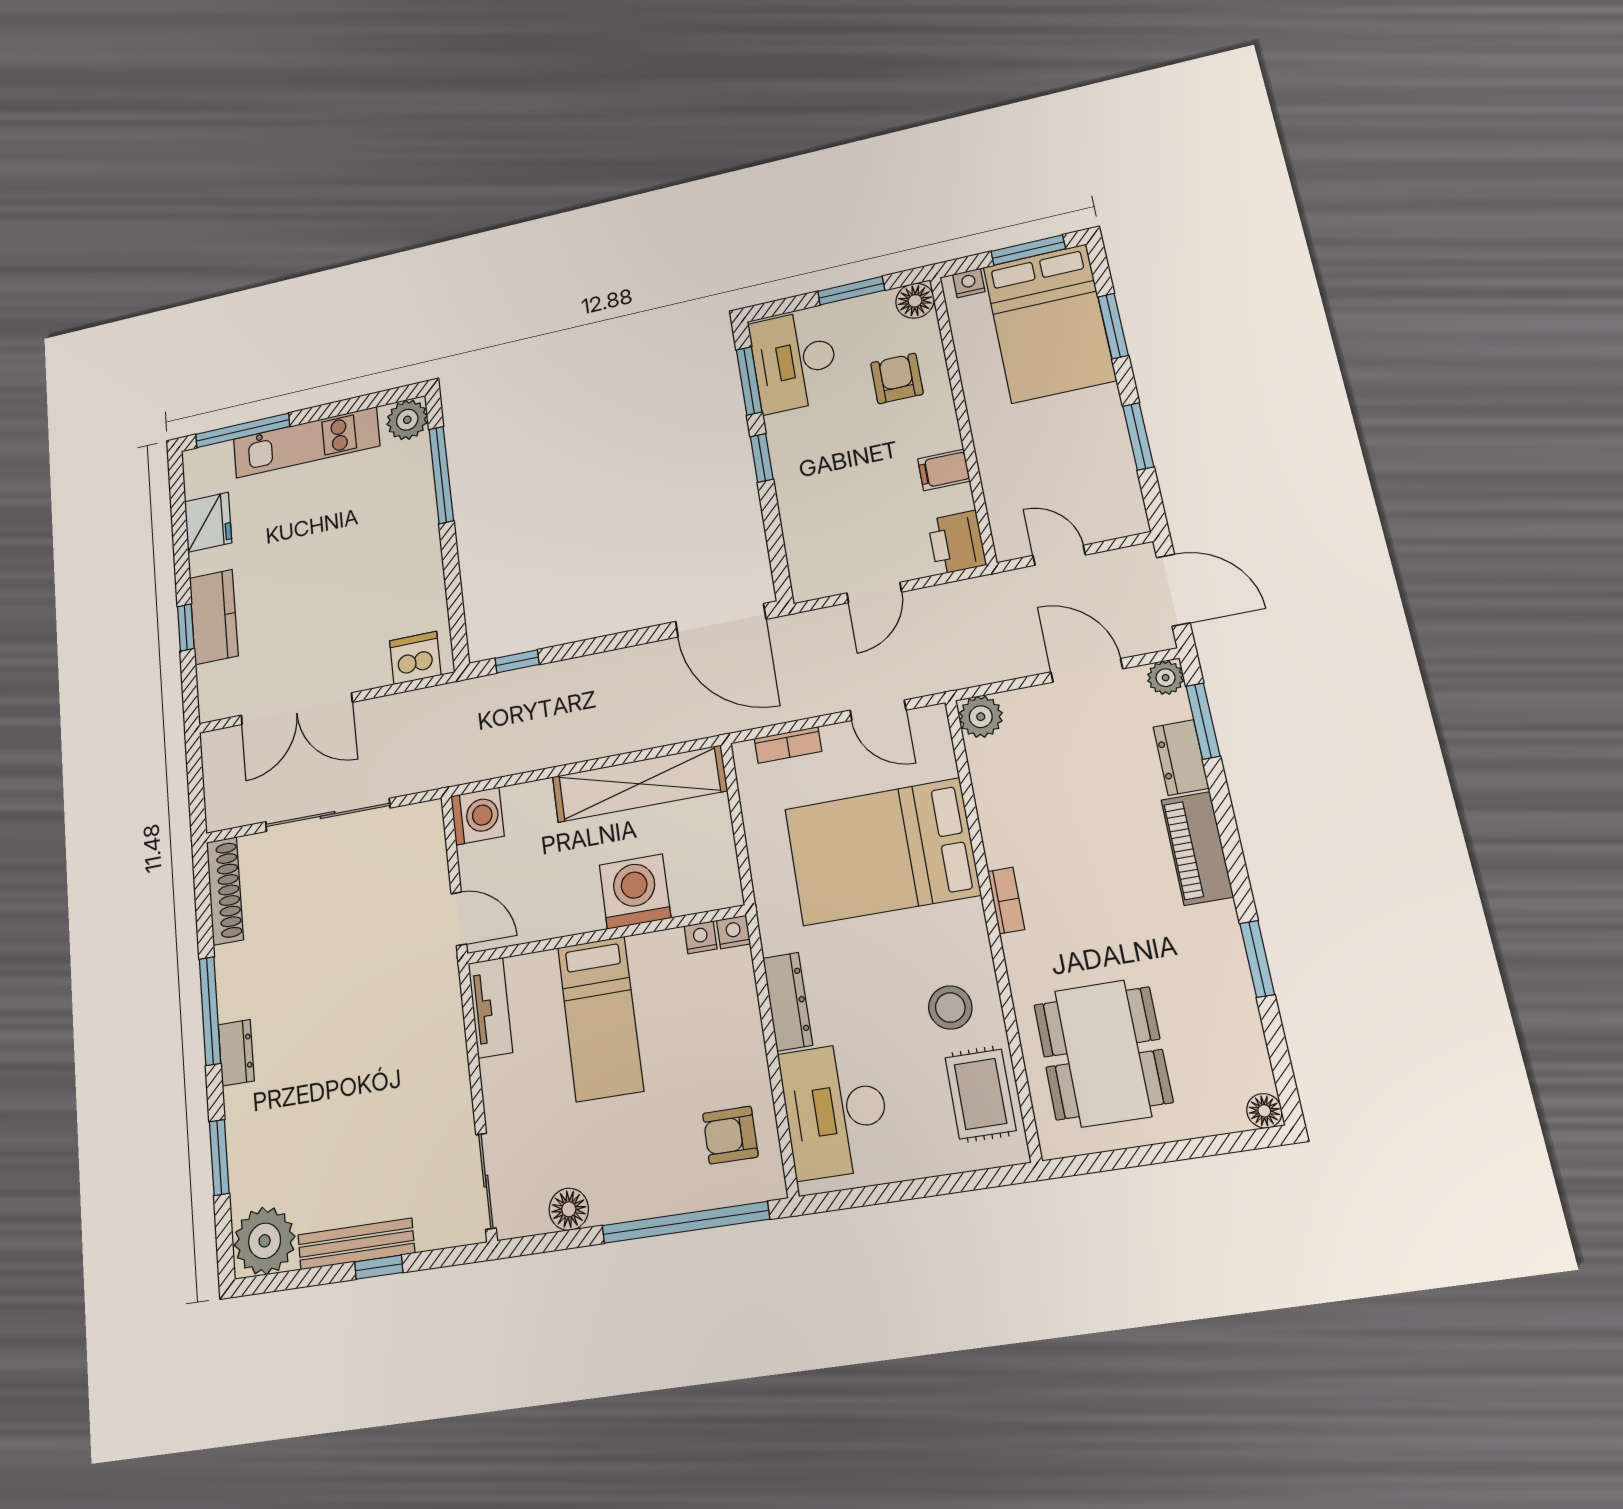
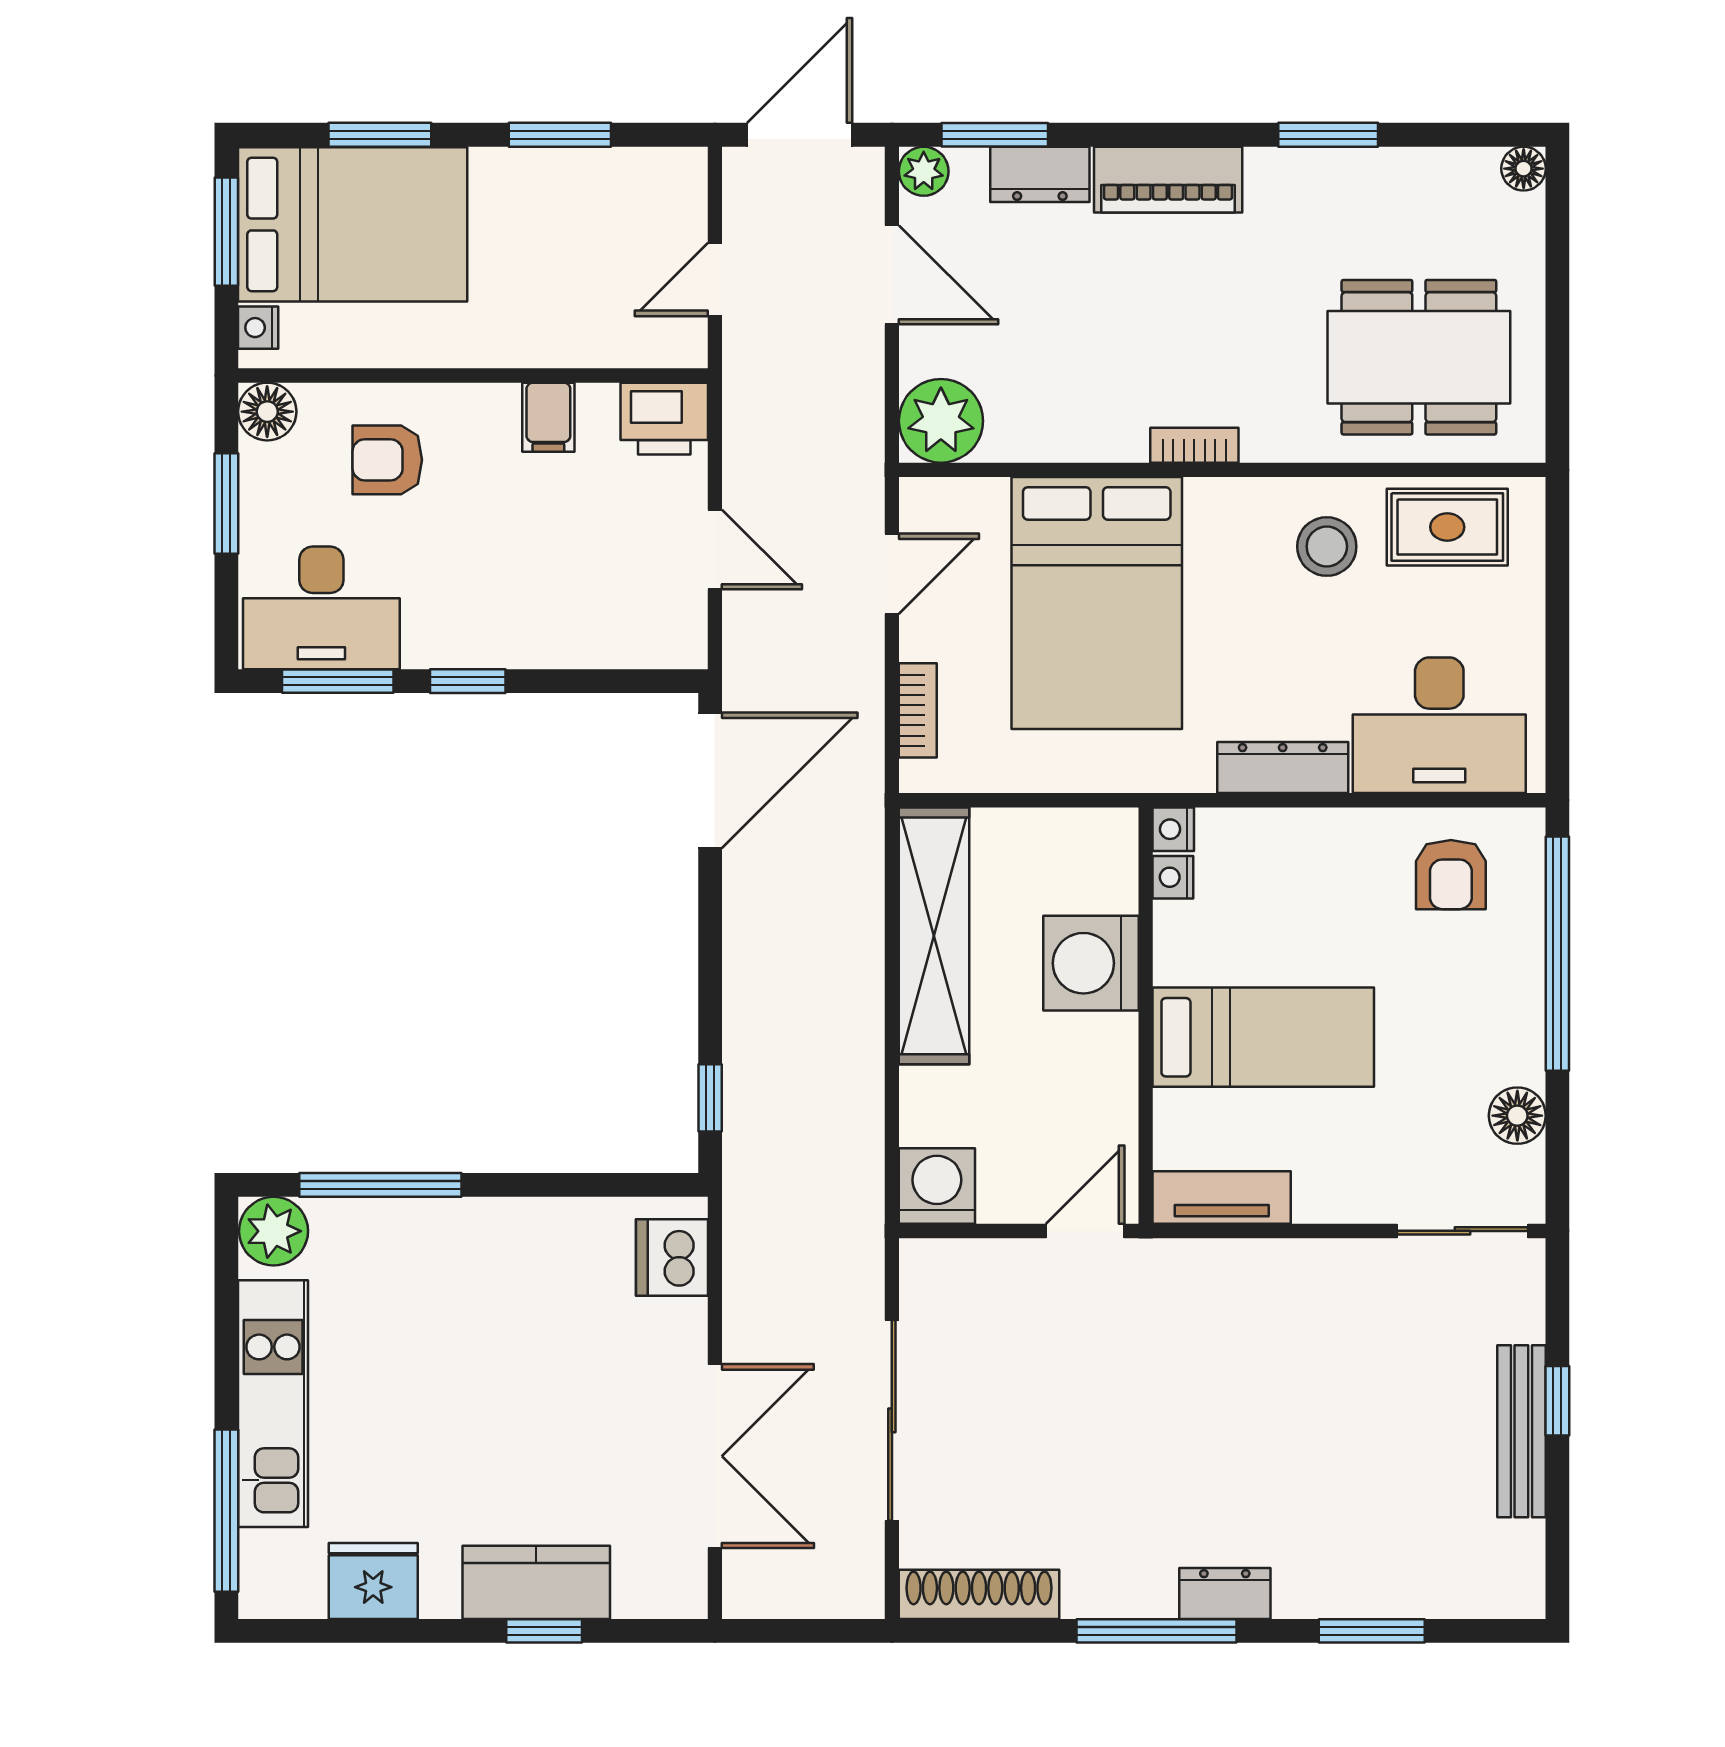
door: (1087, 670) -> (892, 275), swing flipped
plant: (981, 717) -> (941, 421), width x1.36, depth x1.36
plant: (265, 1241) -> (1498, 1569), removed

